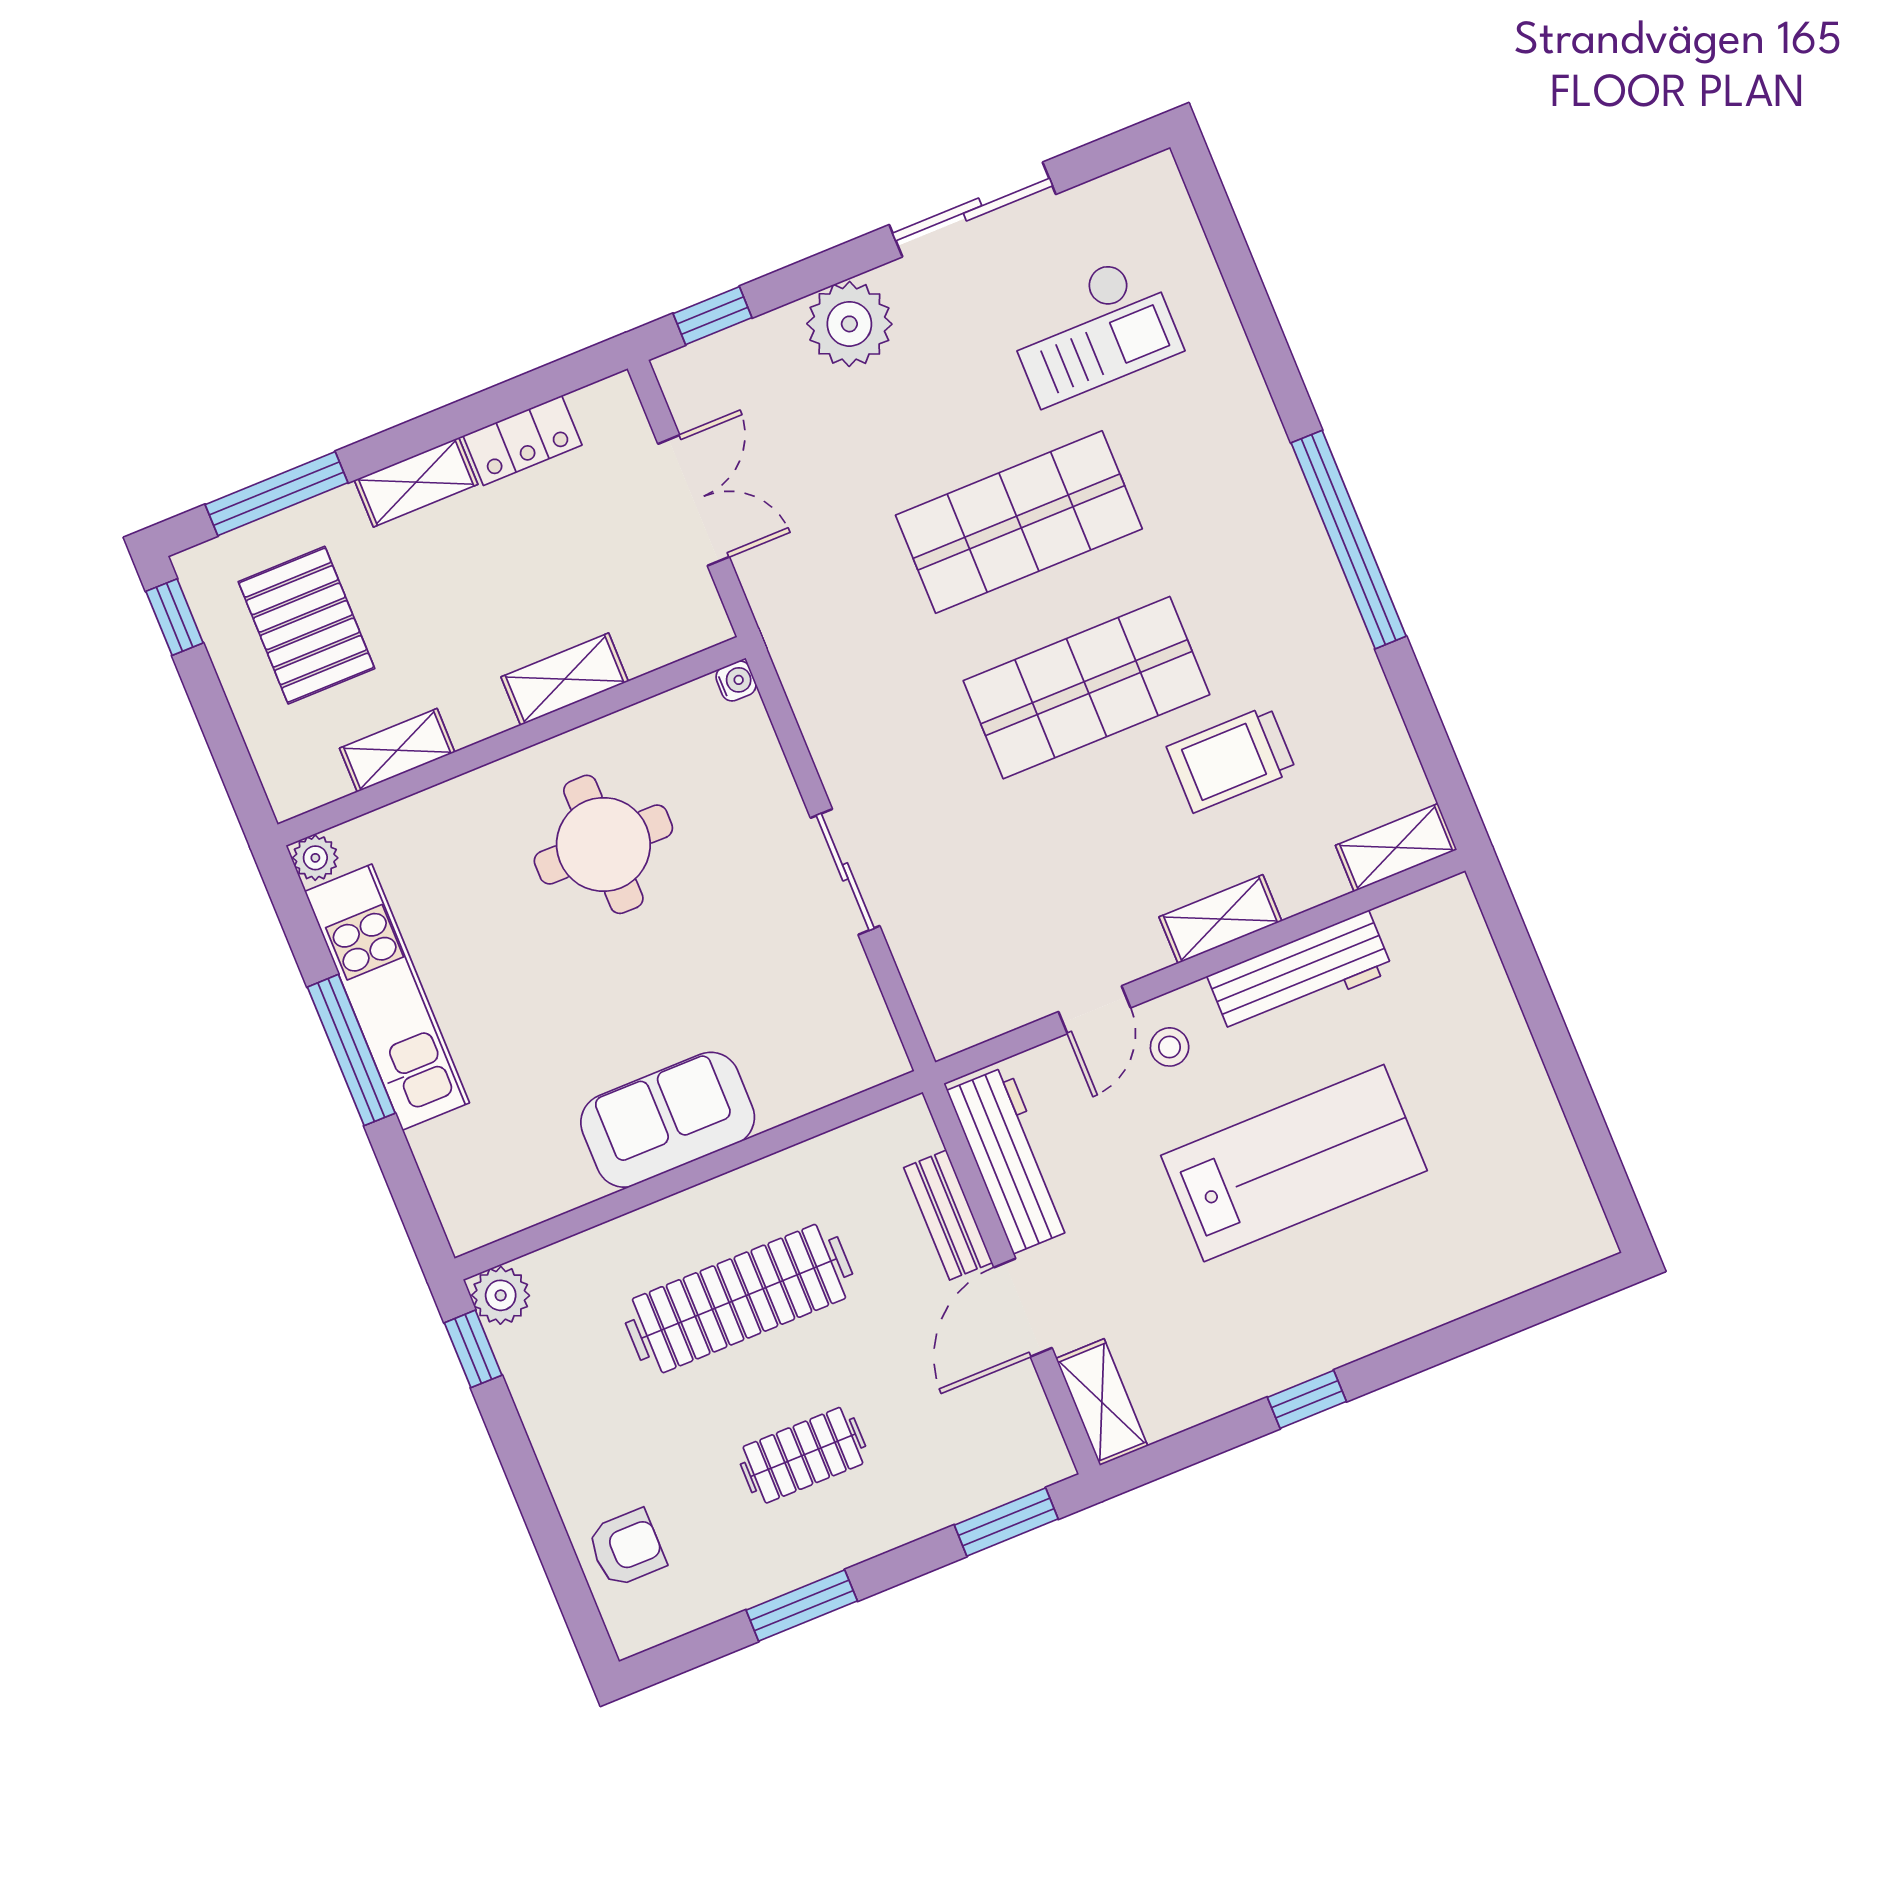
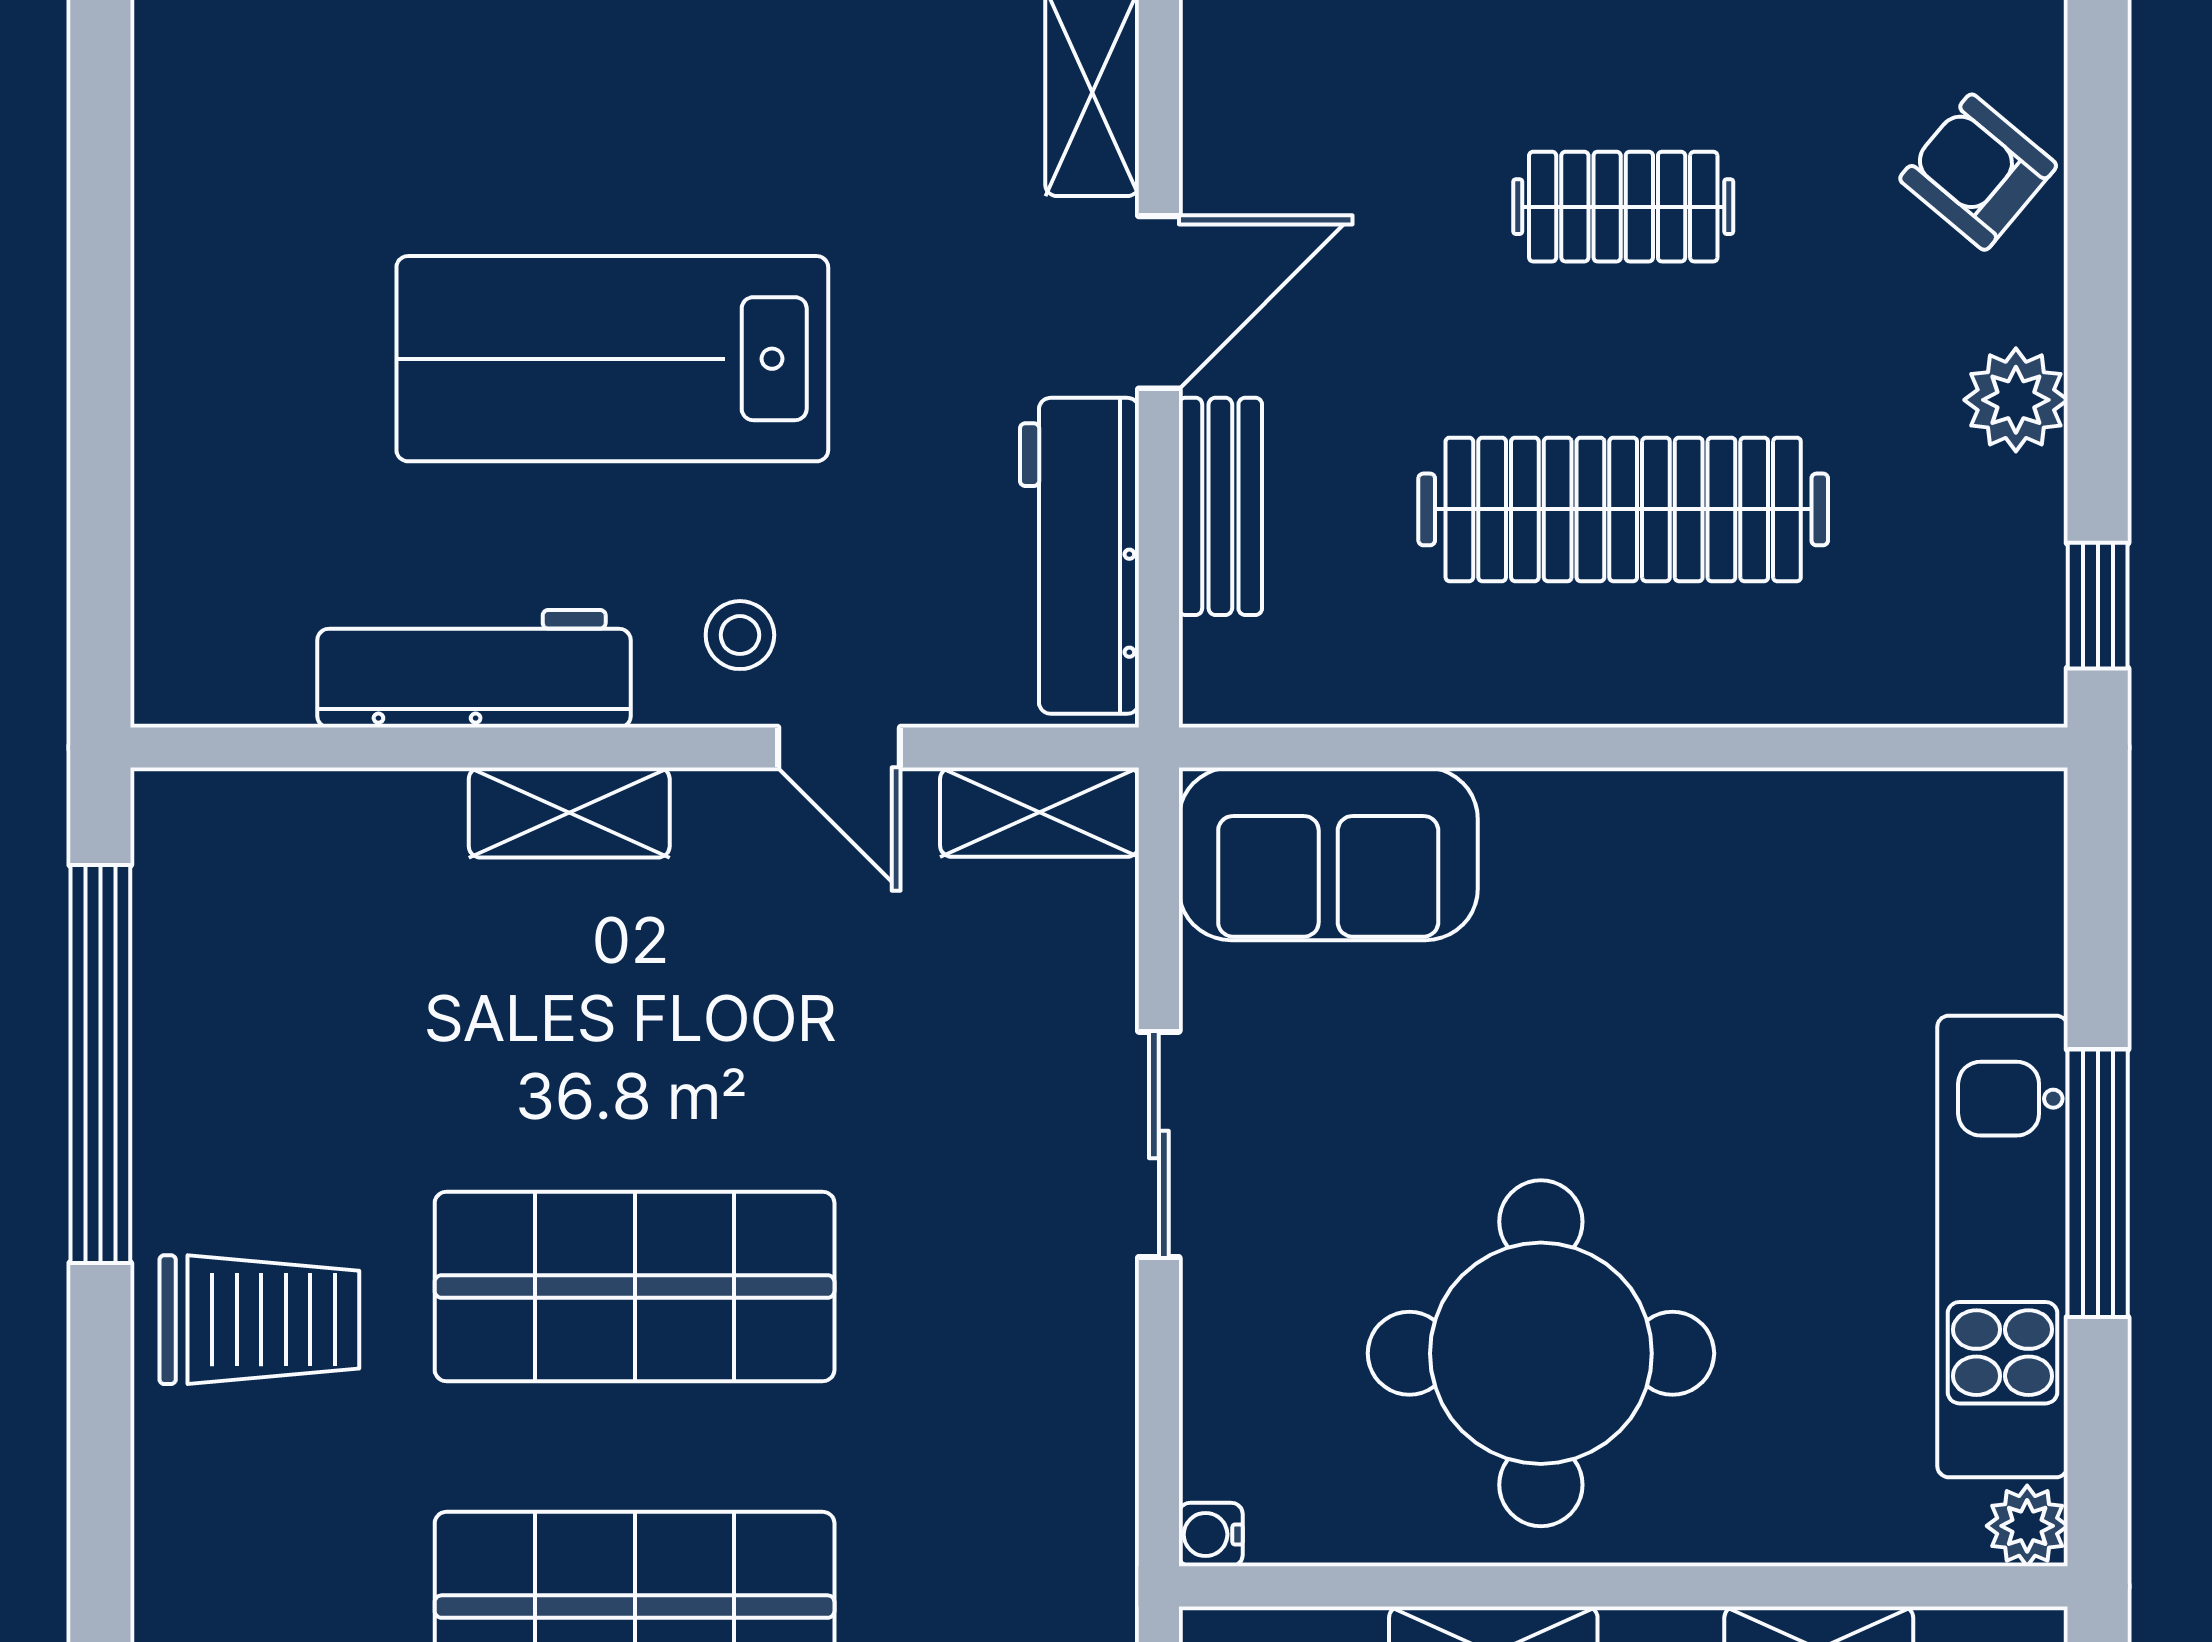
window: (1349, 540) -> (100, 1064), moved
trolley: (1231, 759) -> (259, 1320), moved
round table: (603, 844) -> (1541, 1353), width x1.36, depth x1.36
shelving: (1396, 848) -> (1040, 812), moved
door: (1094, 1010) -> (839, 747), swing flipped
sofa: (668, 1120) -> (1328, 854), moved
plant: (501, 1295) -> (2016, 400), moved
armchair: (627, 1548) -> (1978, 172), turned 40

